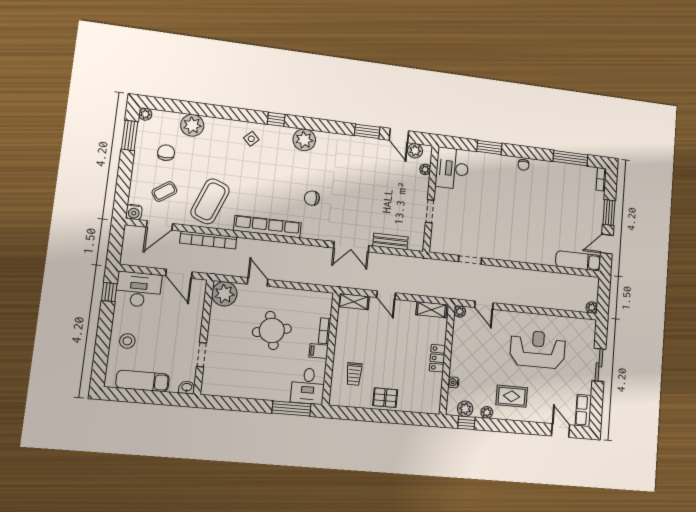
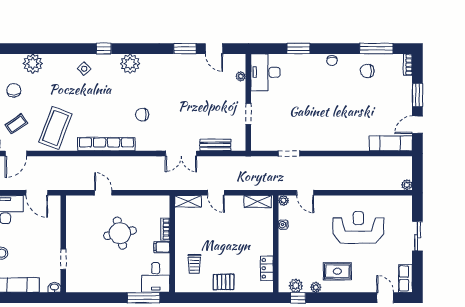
plant: (415, 151) -> (230, 60), removed
chair: (559, 181) -> (367, 71), added
bookcase: (208, 240) -> (58, 161), removed
plant: (224, 294) -> (76, 206), removed
locker: (437, 358) -> (267, 268), moved
water cooler: (453, 382) -> (283, 225), moved

